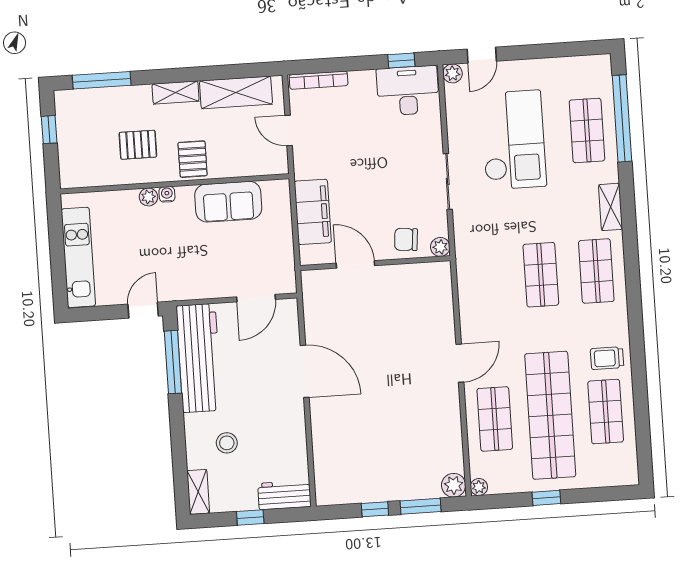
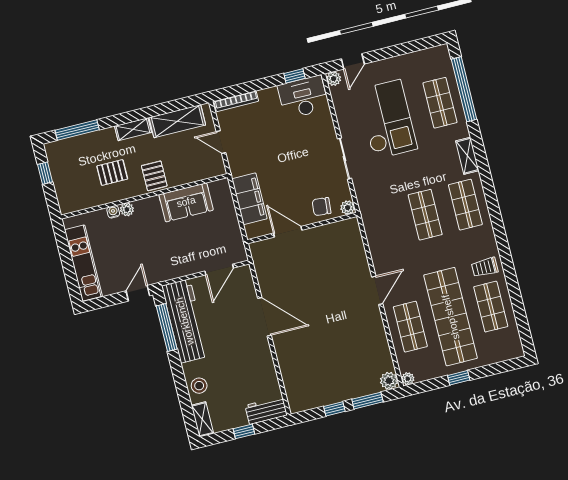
water cooler: (167, 194) -> (113, 212), moved
stool: (227, 443) -> (199, 386), moved

